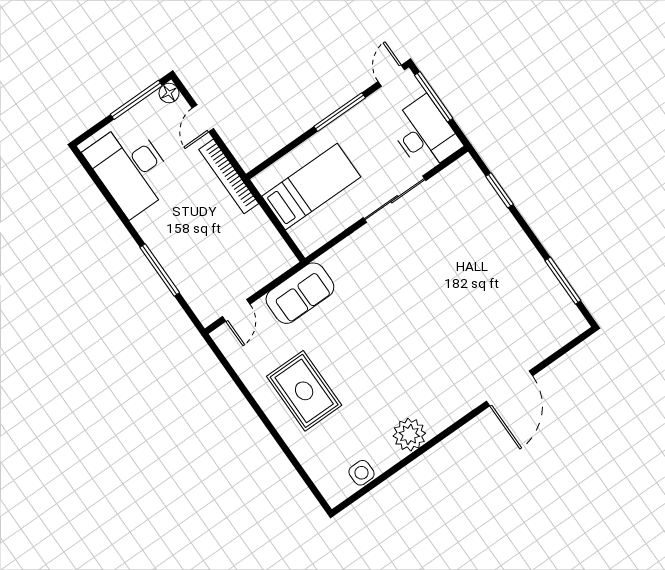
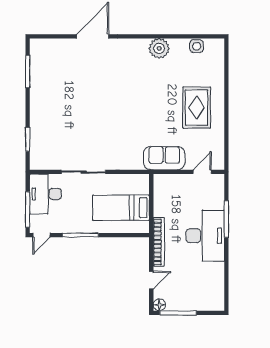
desk: (131, 169) -> (205, 236), moved

